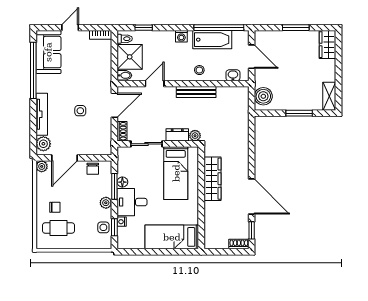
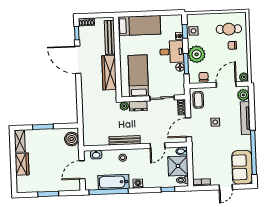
wardrobe: (327, 45) -> (22, 164), moved
door: (252, 57) -> (82, 170), hinge flipped
coffee table: (101, 140) -> (198, 100), added
plant: (106, 203) -> (197, 54), width x1.87, depth x1.87
bench: (210, 223) -> (110, 37), added

